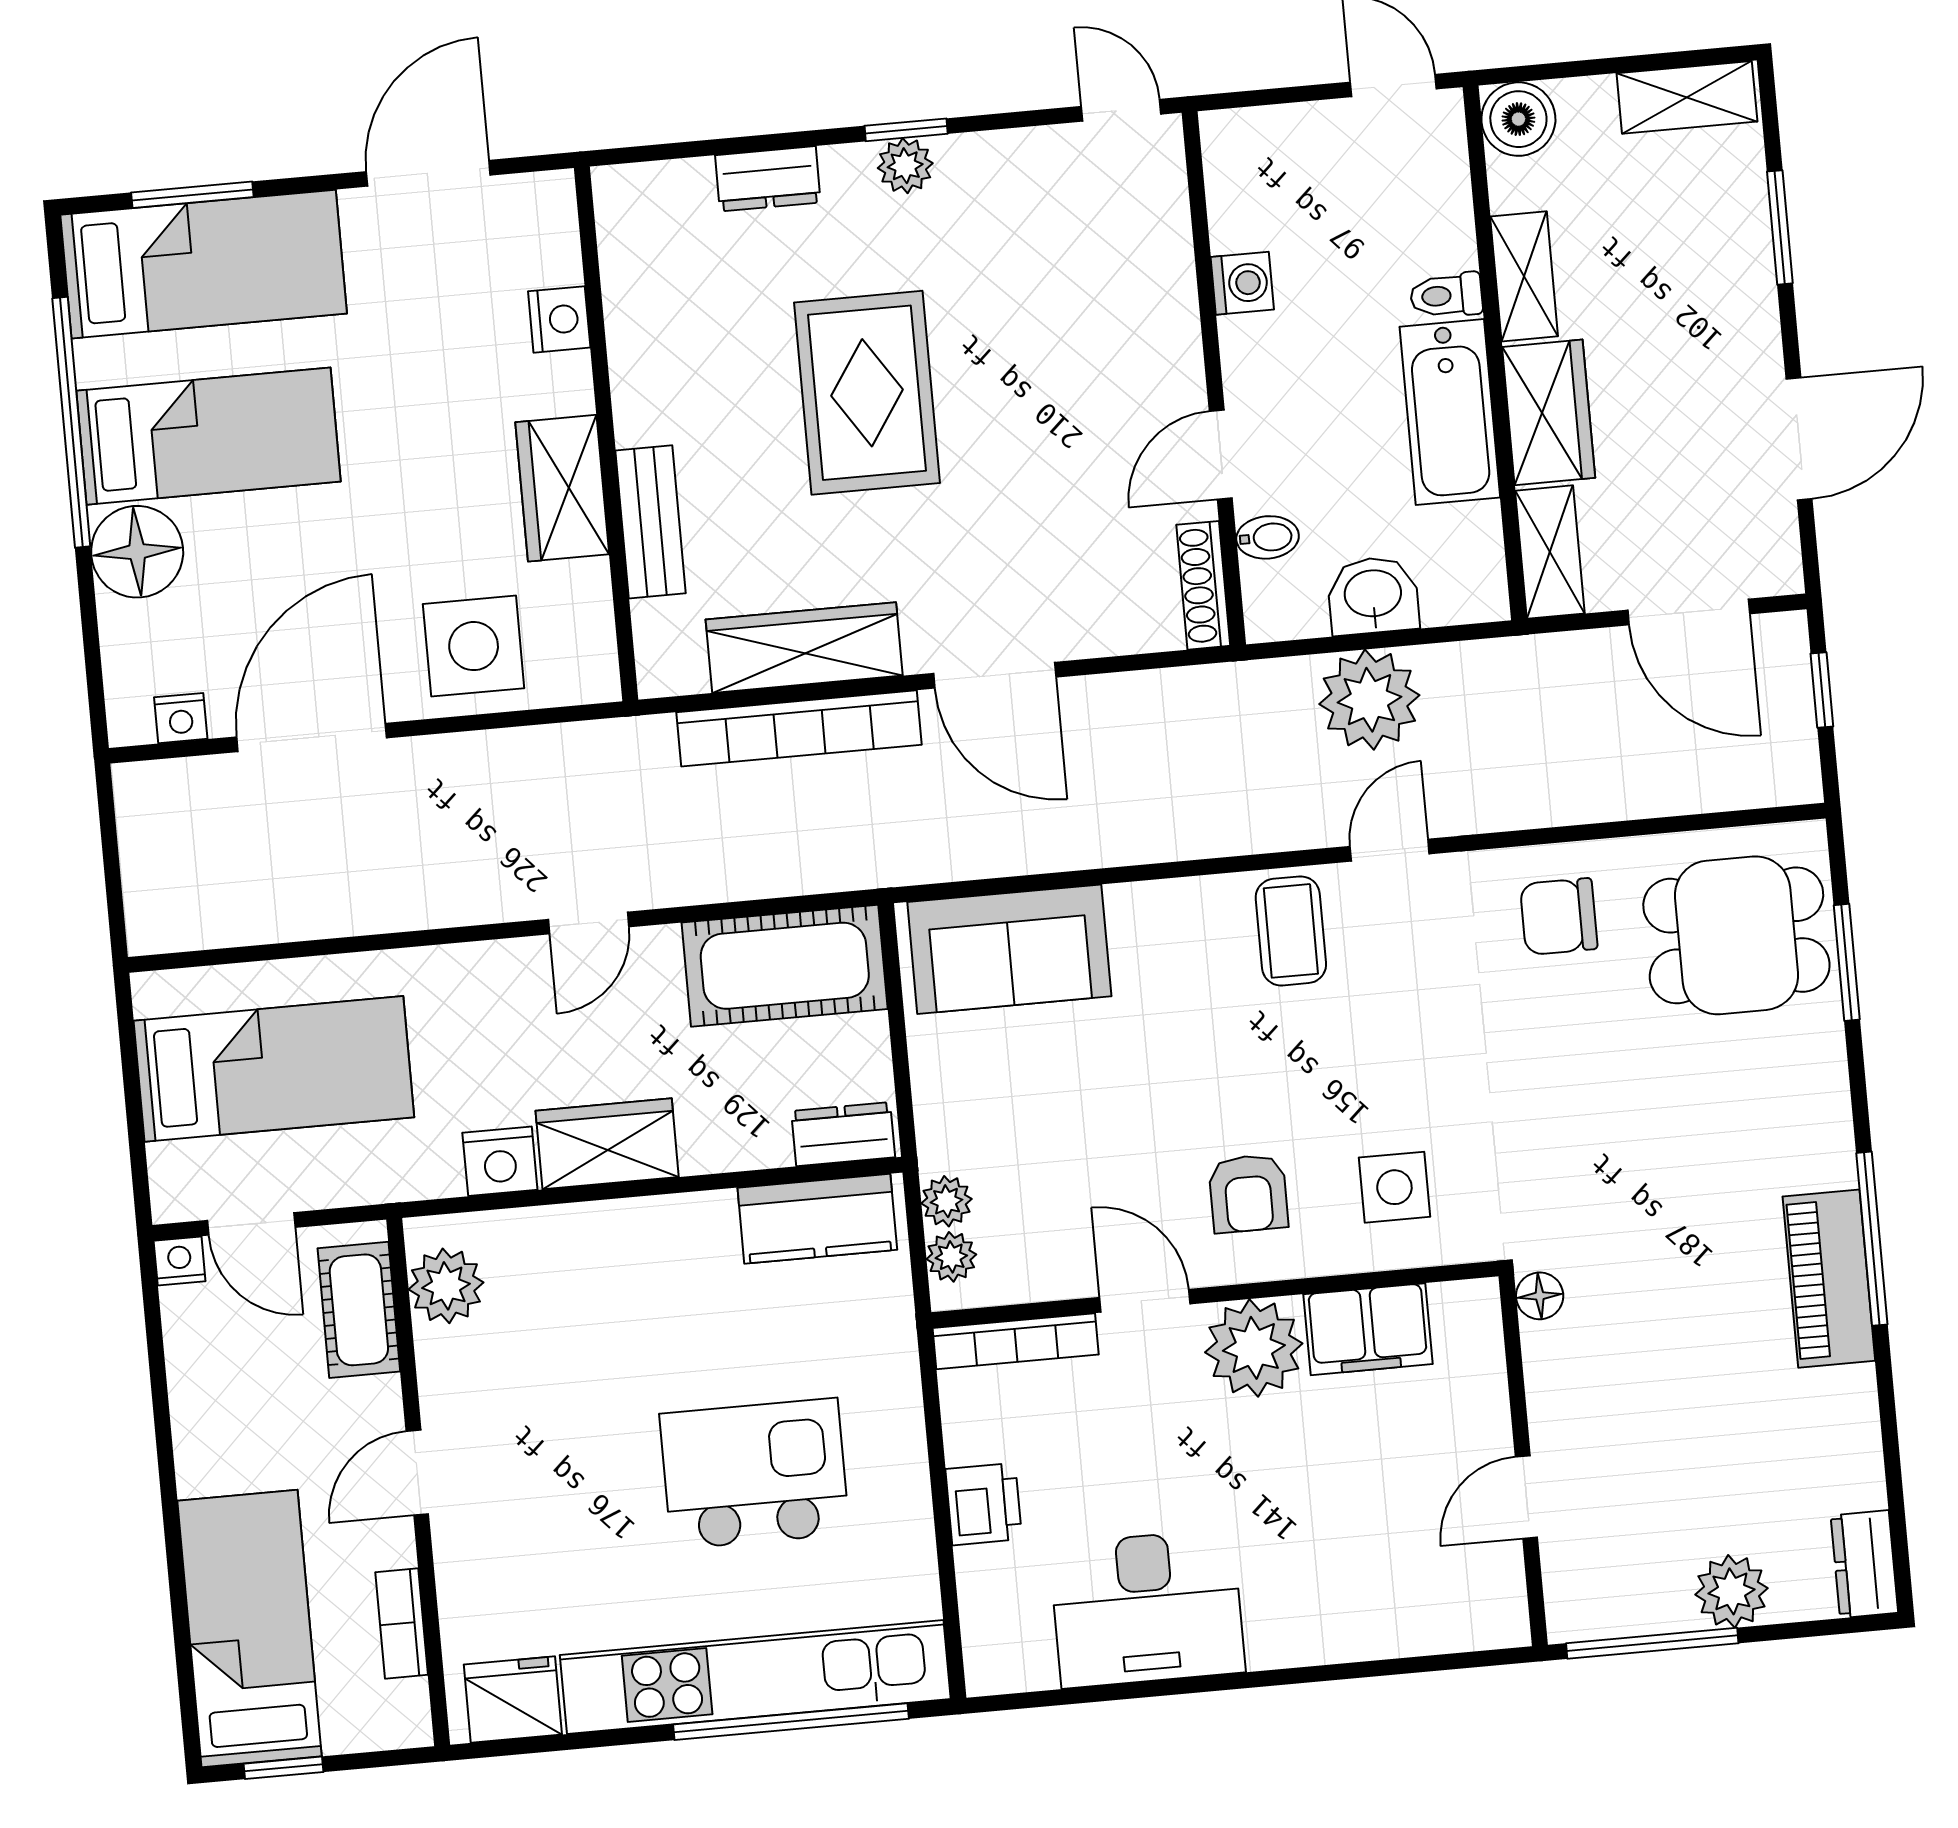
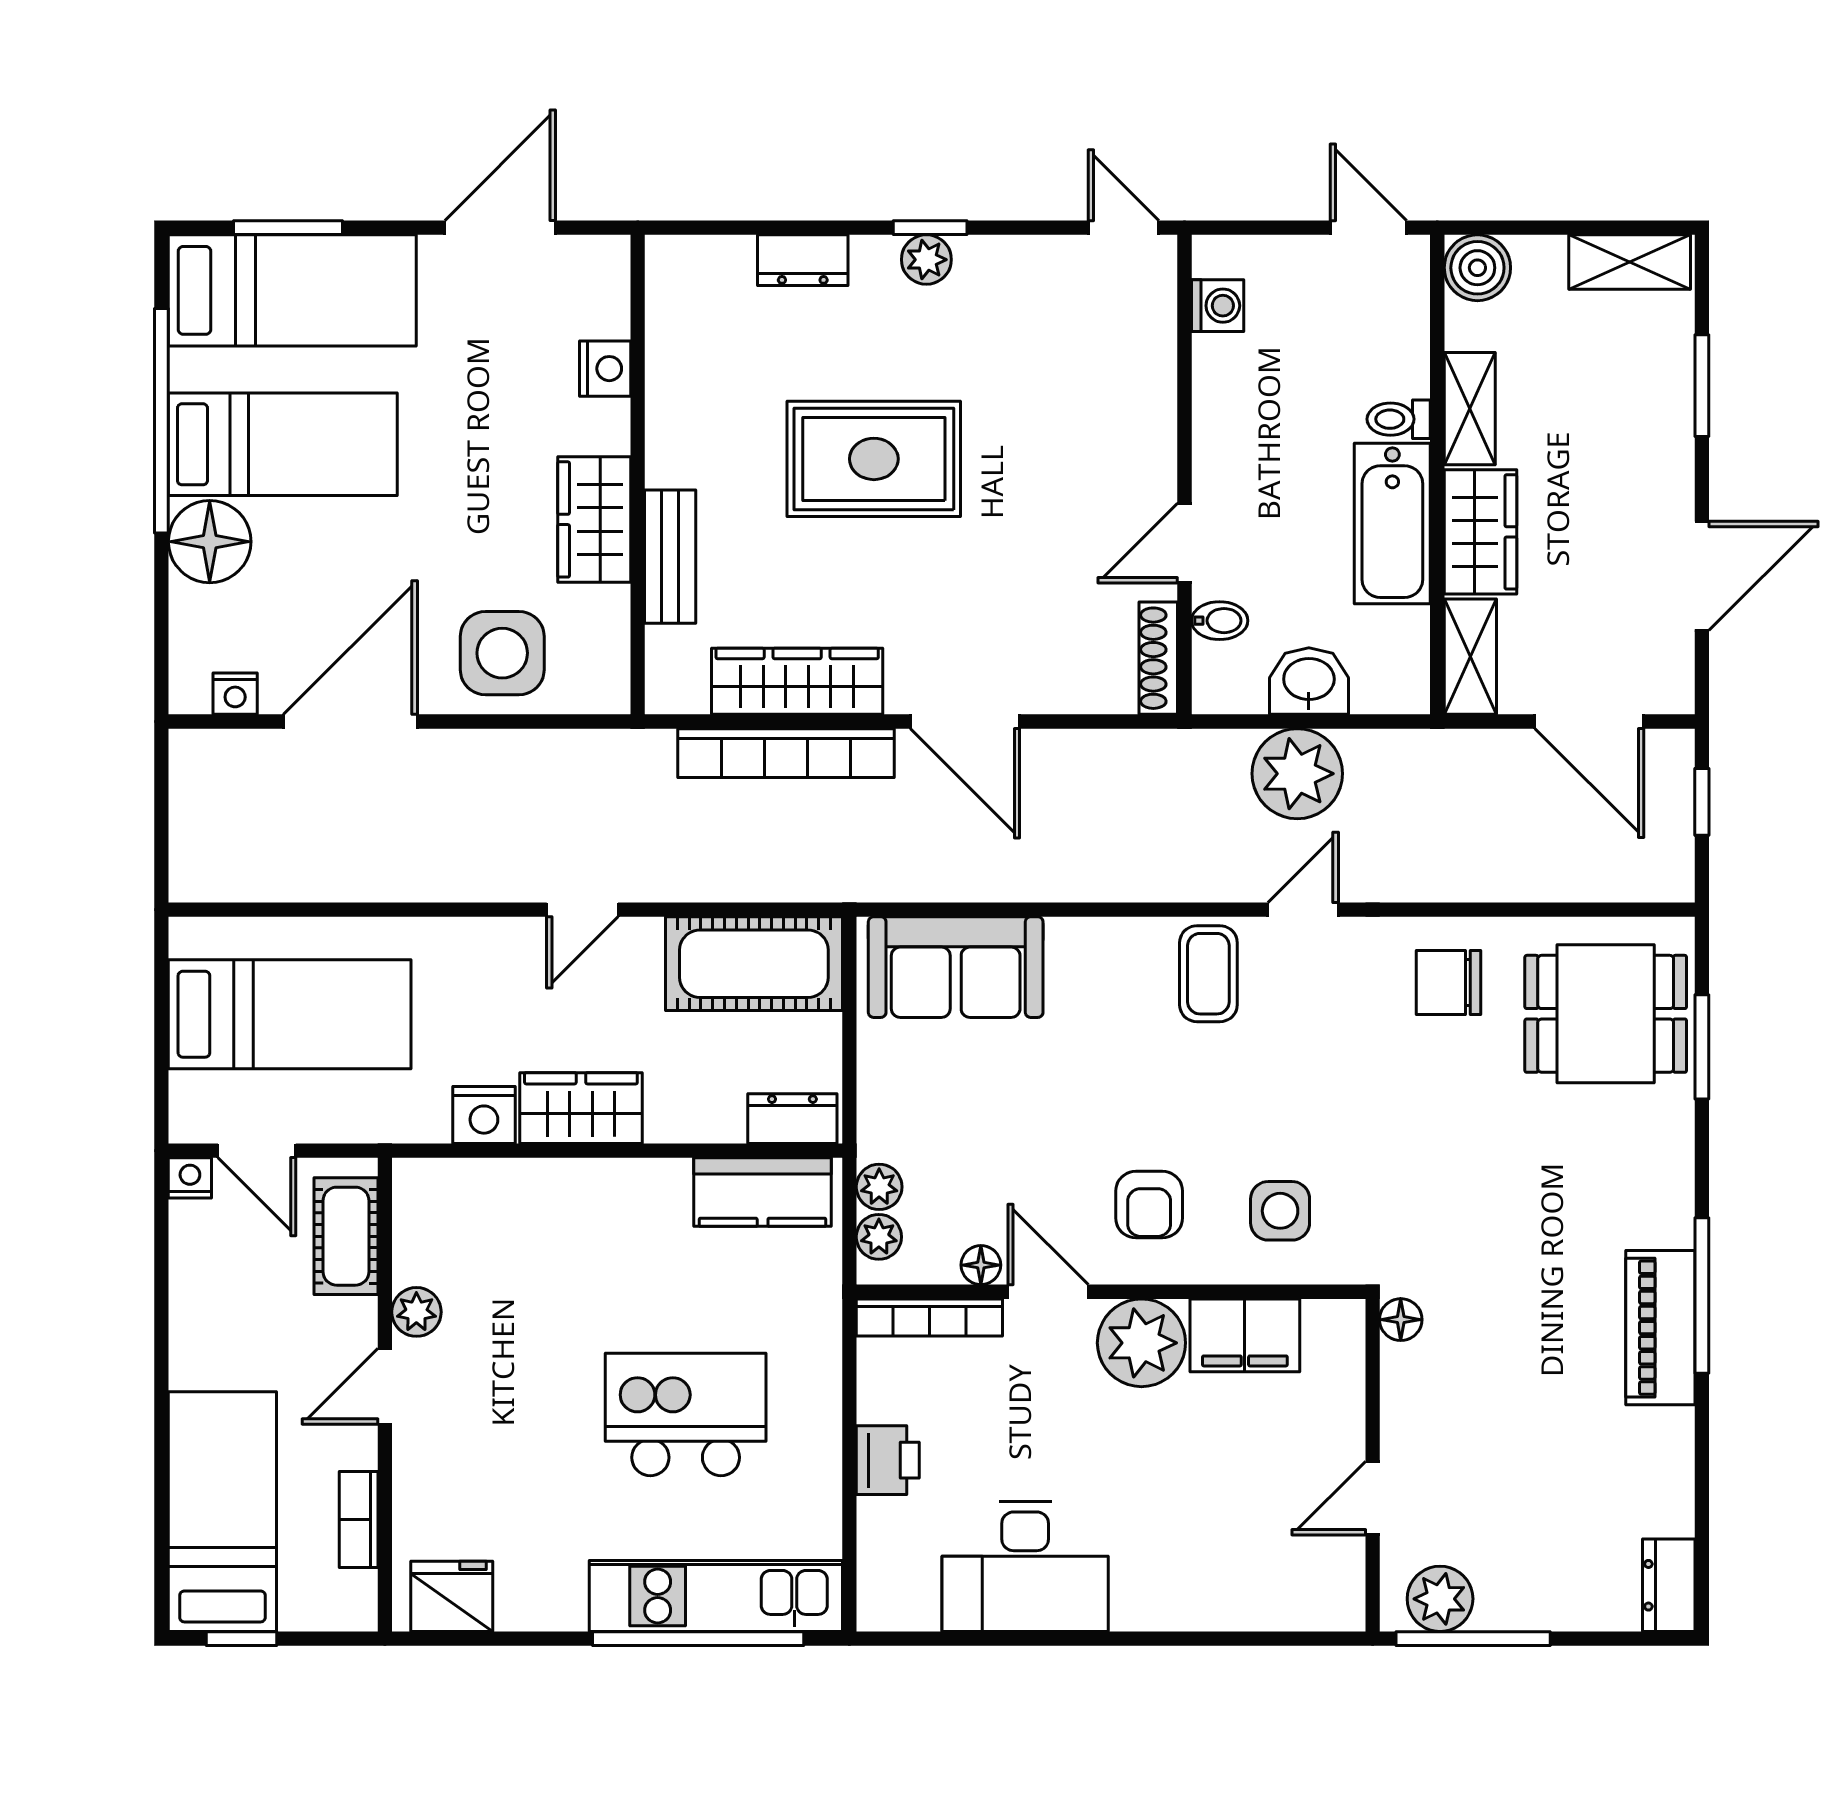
washing machine: (1242, 283) -> (1218, 306), moved
rug: (867, 393) -> (874, 459), turned 90
floor lamp: (1067, 1278) -> (981, 1265), added
plant: (446, 1286) -> (416, 1312), moved, width x0.73, depth x0.73
plant: (1731, 1591) -> (1440, 1599), moved
kitchen unit: (755, 1677) -> (716, 1596), width x0.73

